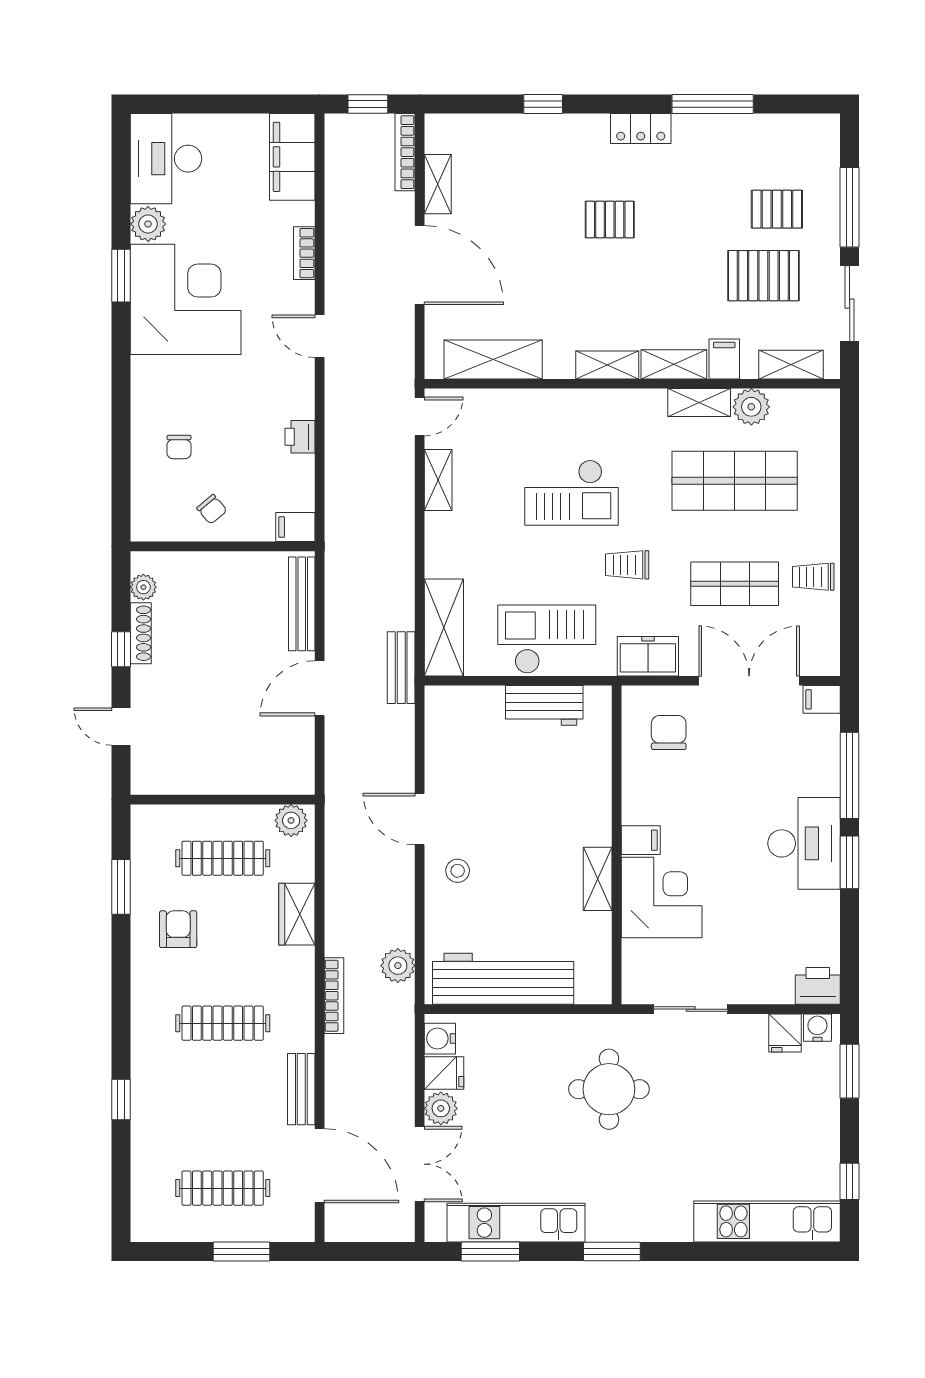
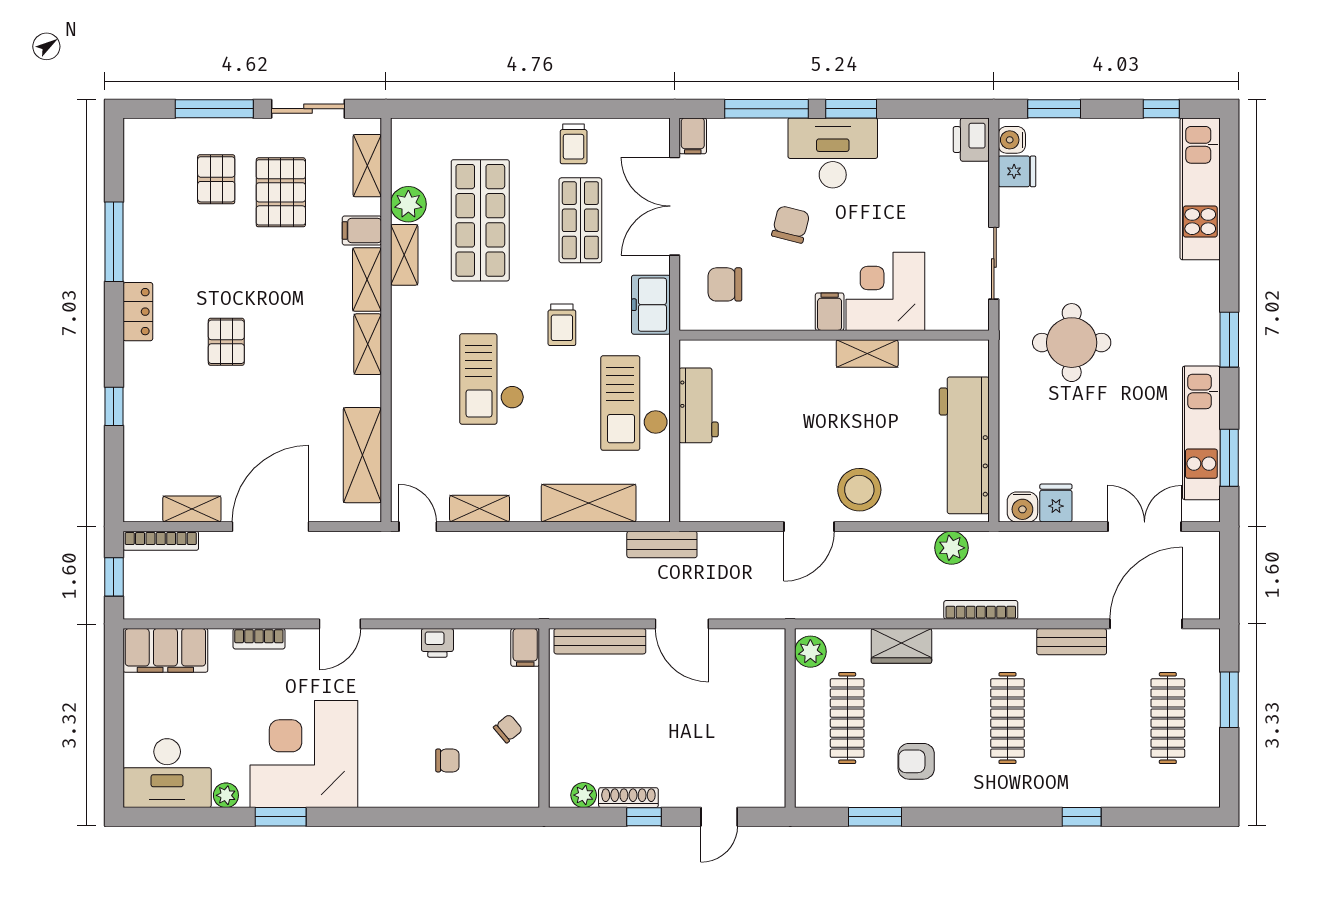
plant: (148, 224) -> (226, 795), width x0.73, depth x0.73
checkout: (571, 493) -> (492, 379), turned 180
shelving: (444, 627) -> (589, 503), moved
chair: (731, 800) -> (791, 224), added
stool: (458, 871) -> (859, 490), width x1.89, depth x1.89
plant: (441, 1108) -> (1090, 506), removed

